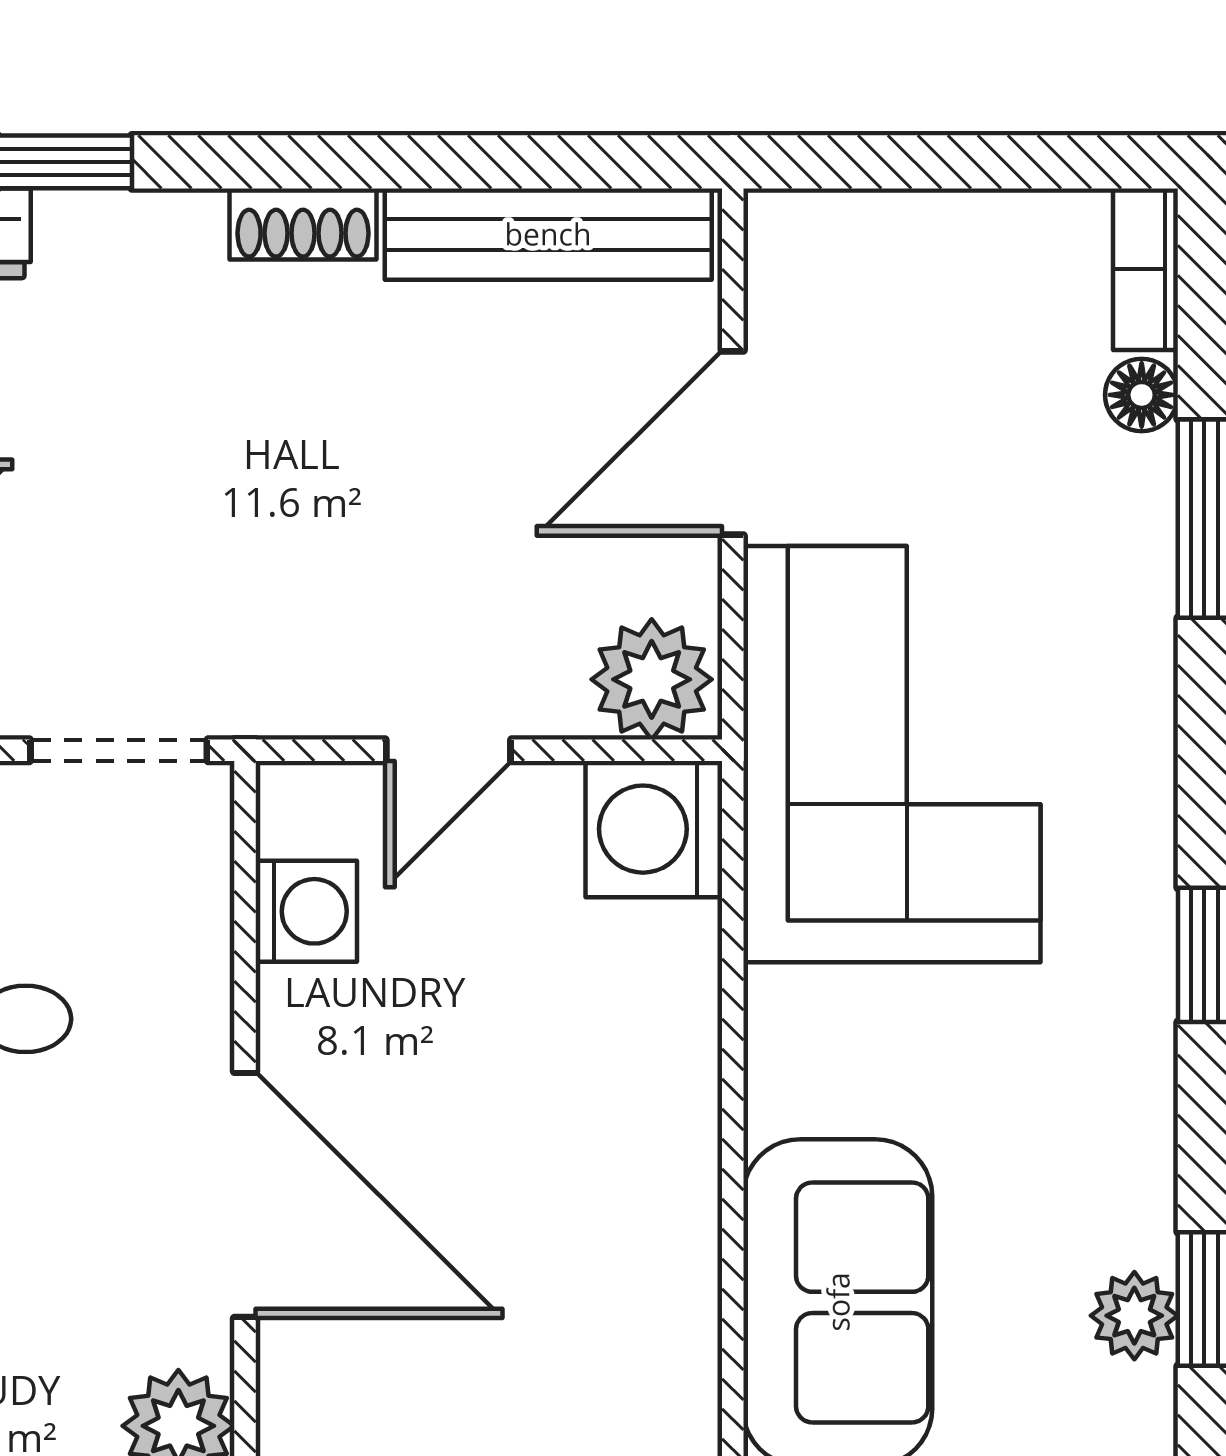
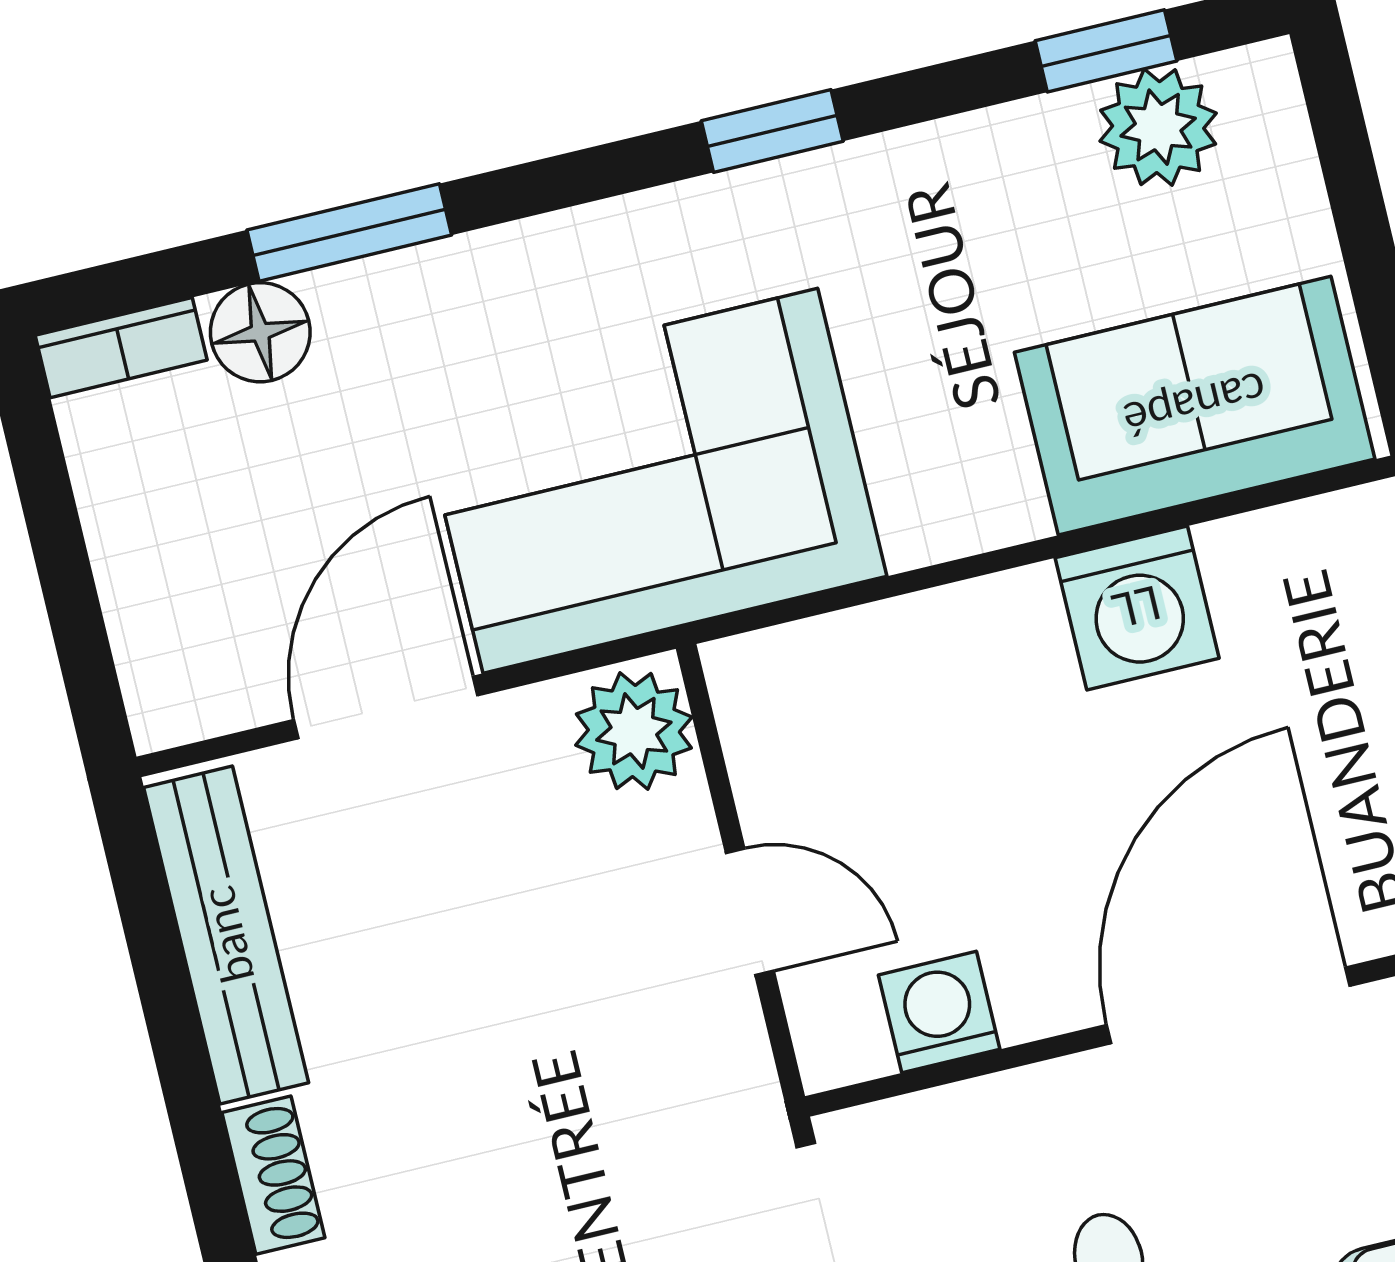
floor lamp: (1142, 395) -> (260, 332), width x1.37, depth x1.37
door: (733, 443) -> (386, 708), swing flipped
washing machine: (654, 829) -> (1137, 608), moved
plant: (1134, 1316) -> (1158, 127), width x1.38, depth x1.38

